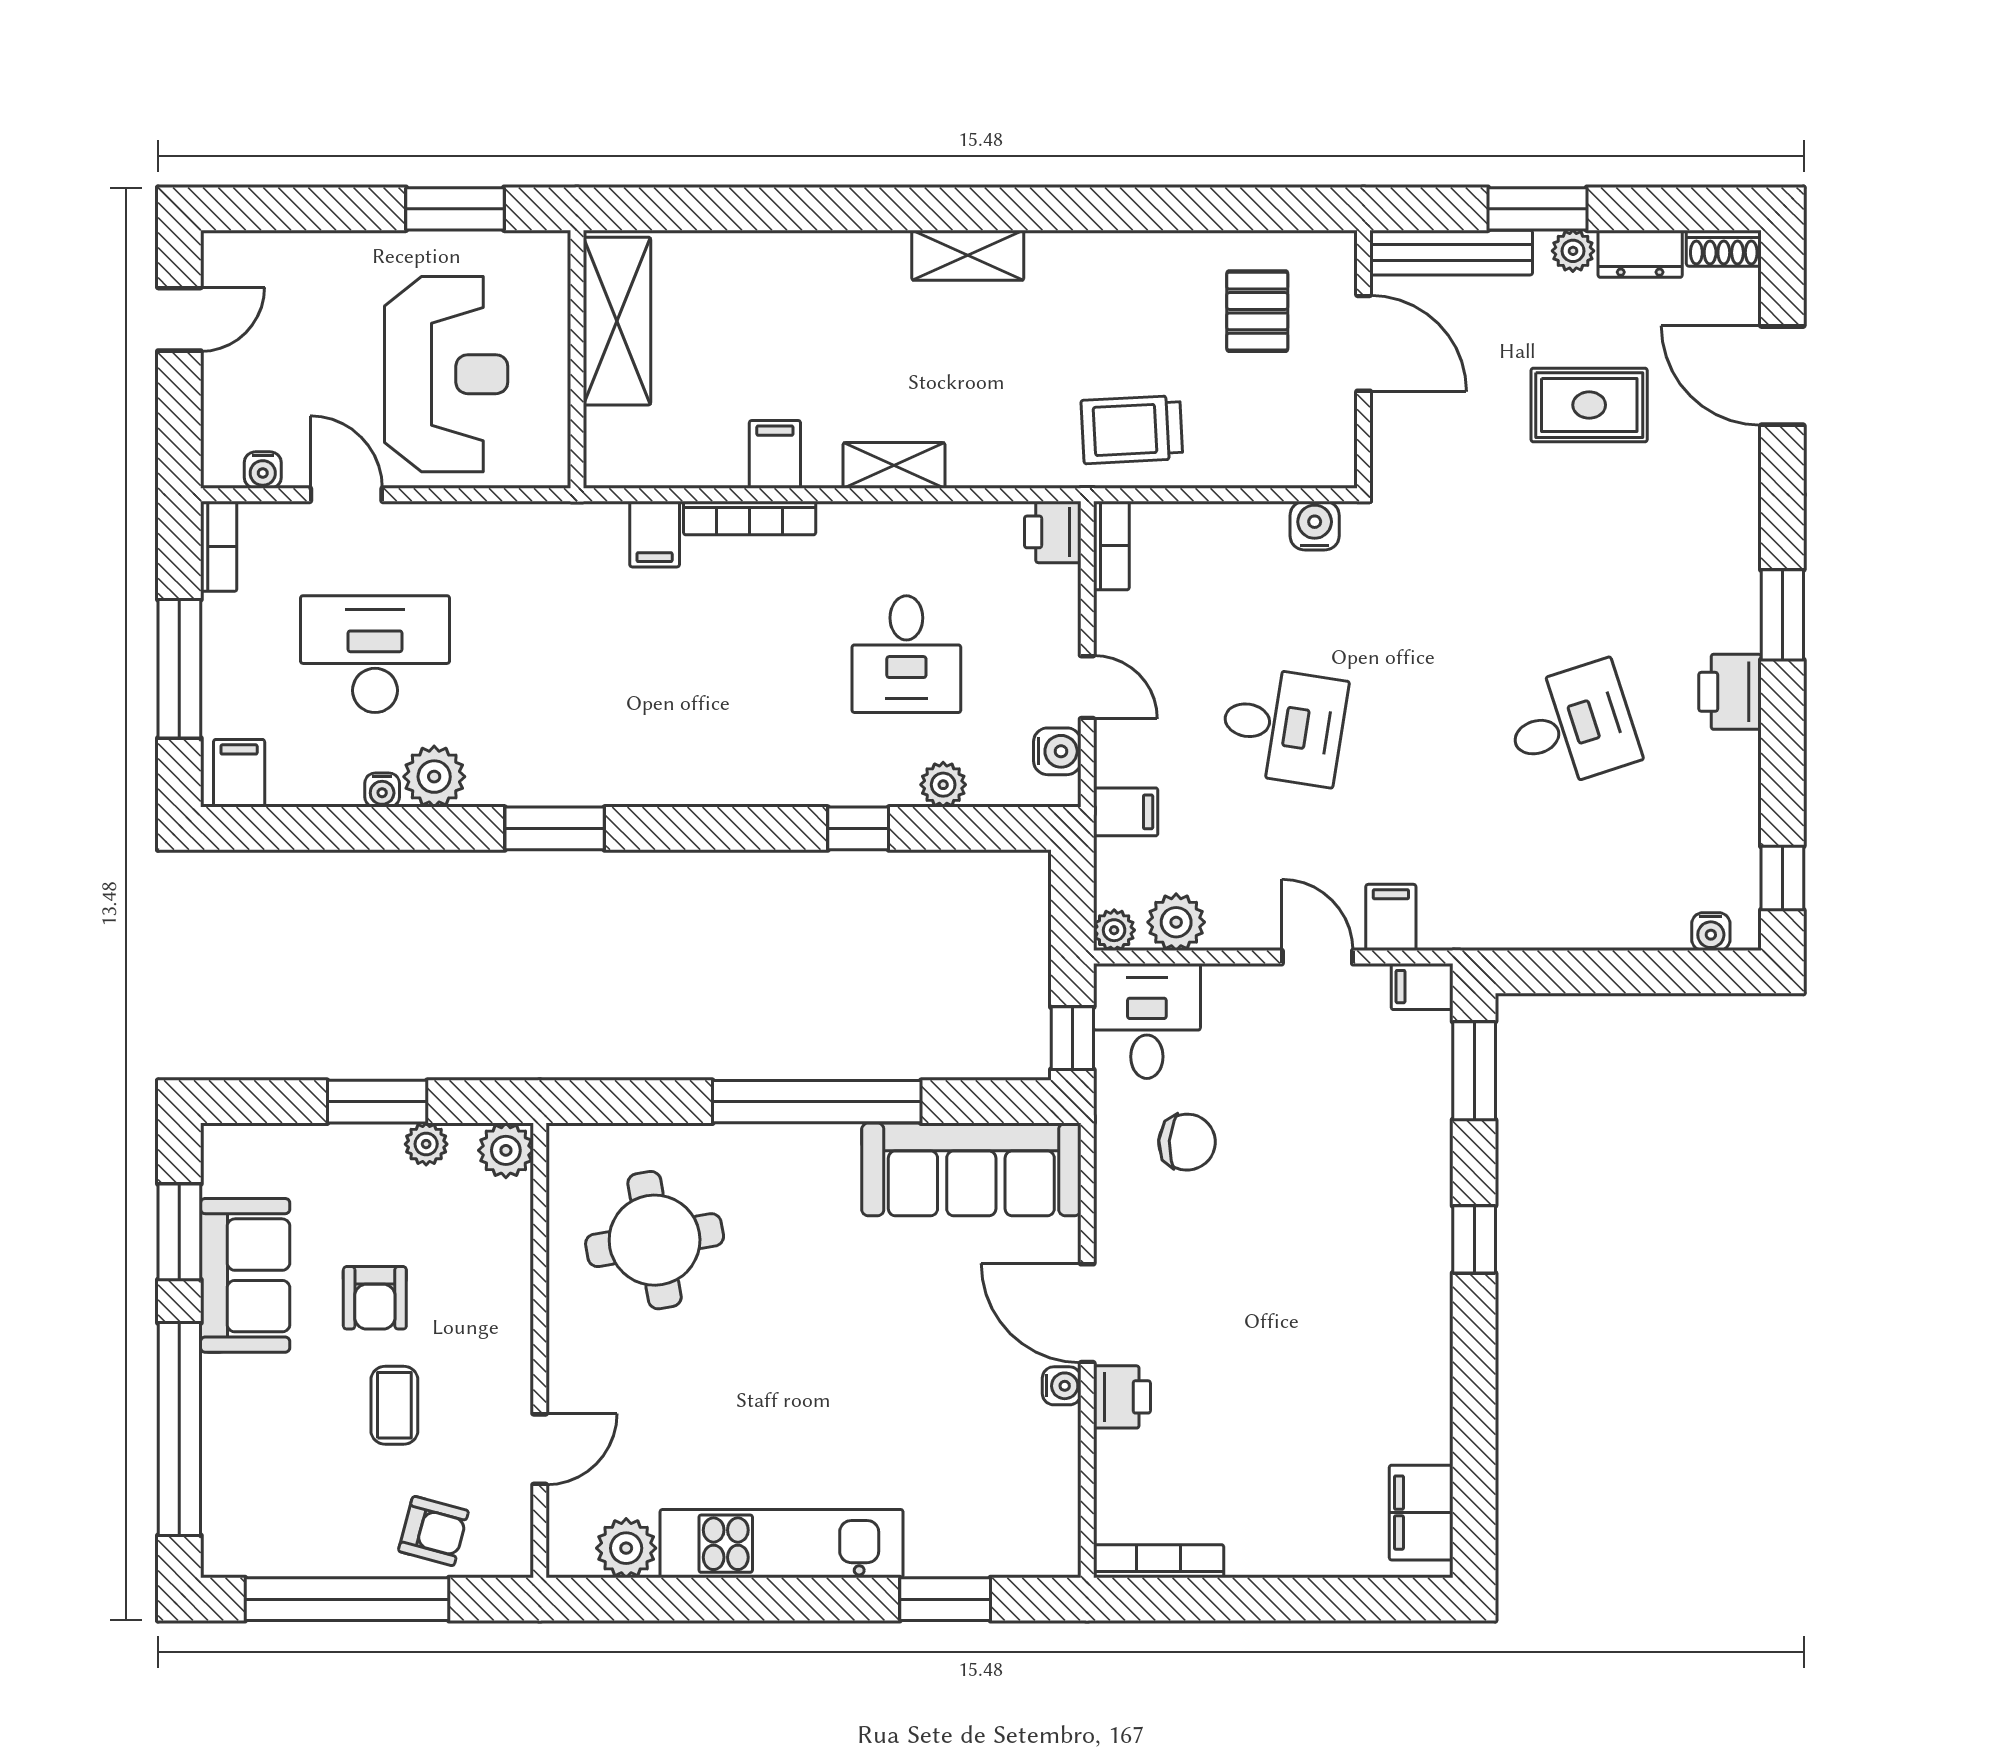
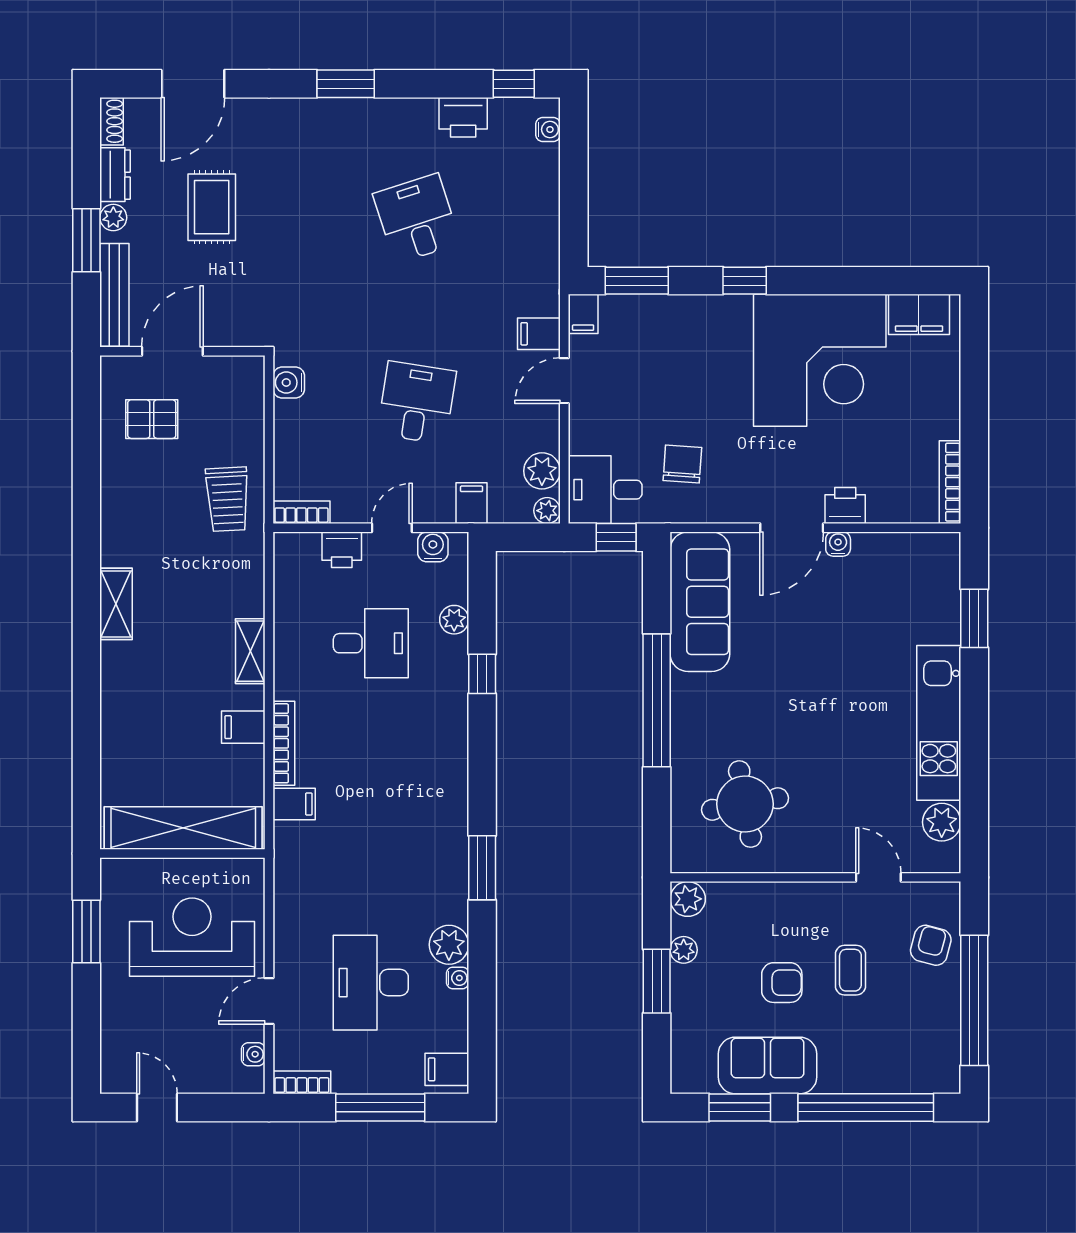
shelving: (617, 321) -> (183, 828), width x1.47
printer: (1053, 532) -> (342, 550), moved
printer: (1730, 692) -> (463, 117), moved
corner desk: (1349, 1357) -> (820, 360), added
coffee table: (394, 1405) -> (850, 970), turned 90

